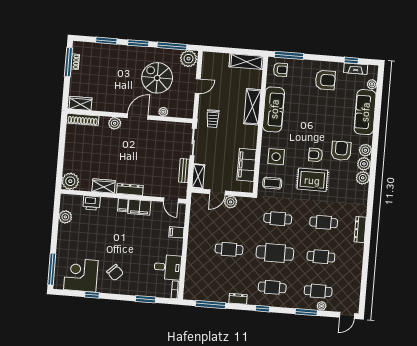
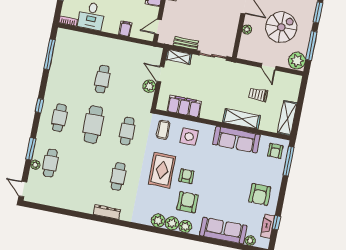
trolley: (213, 119) -> (258, 95), moved
armchair: (341, 151) -> (187, 202), turned -90
cafe table: (321, 257) -> (84, 170), removed
dresser: (238, 299) -> (52, 82), removed

